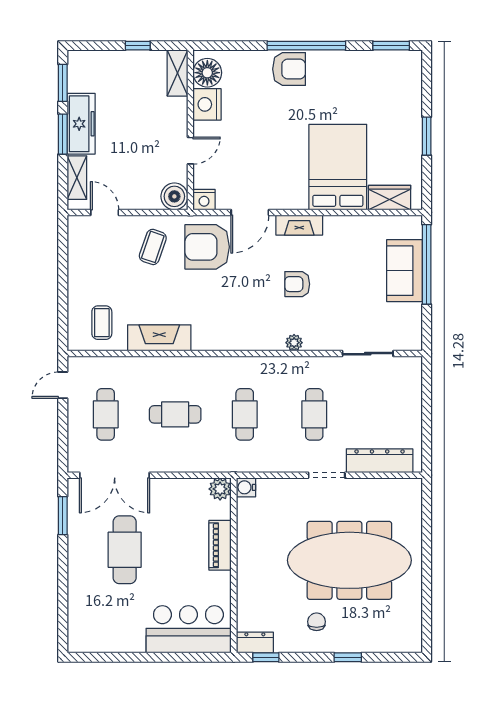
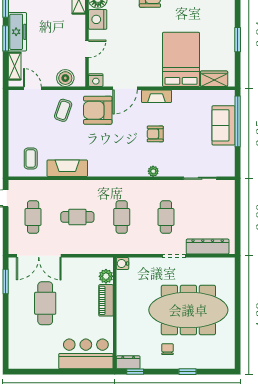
boiler: (174, 196) -> (65, 78), moved
plant: (220, 489) -> (106, 276), moved

